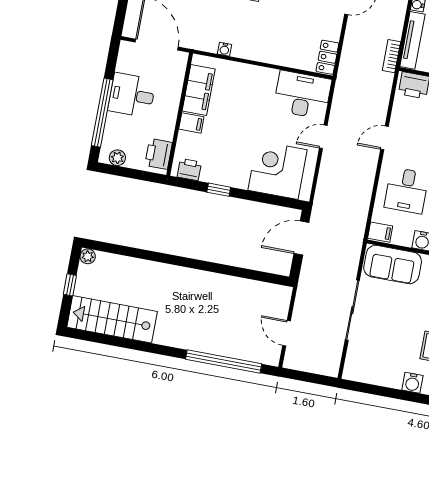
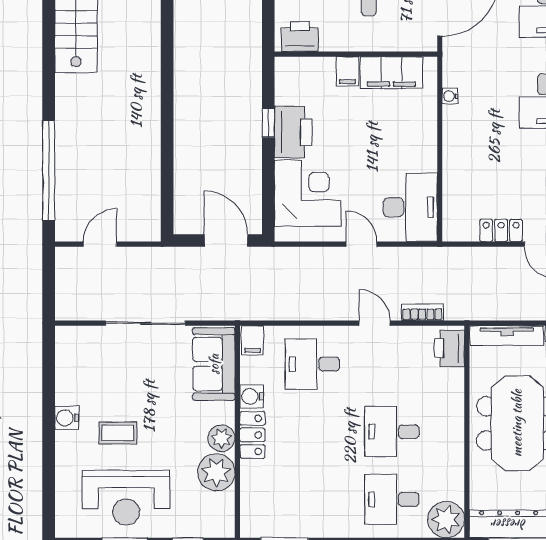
bookcase: (391, 56) -> (422, 312), moved
locker: (327, 57) -> (501, 230), moved
printer: (189, 170) -> (293, 132), moved, width x1.87, depth x1.48

